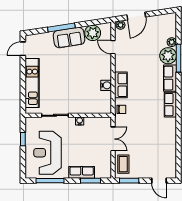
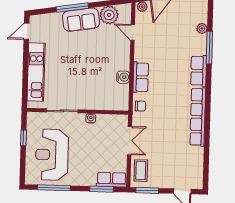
plant: (168, 56) -> (197, 44), removed
row of seats: (170, 105) -> (198, 117), width x2.02
row of seats: (82, 172) -> (112, 180), moved

